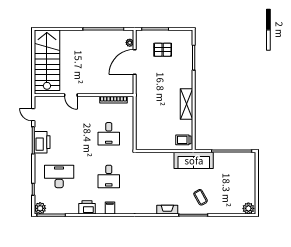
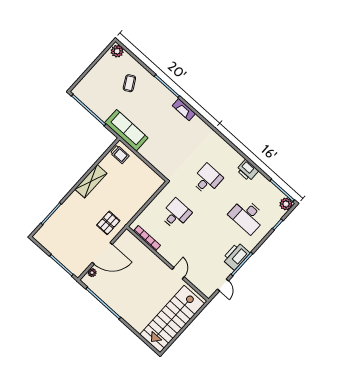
pallet: (163, 50) -> (108, 223), moved, turned 90
coffee table: (201, 197) -> (129, 83), moved
filing cabinet: (110, 208) -> (229, 153), removed

